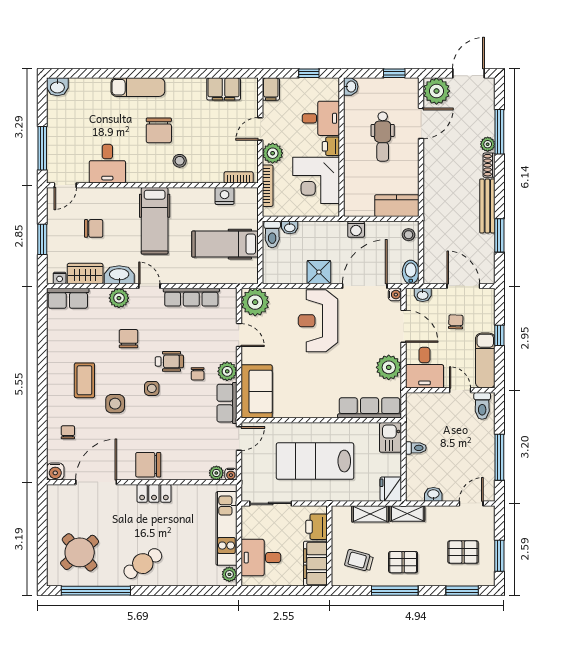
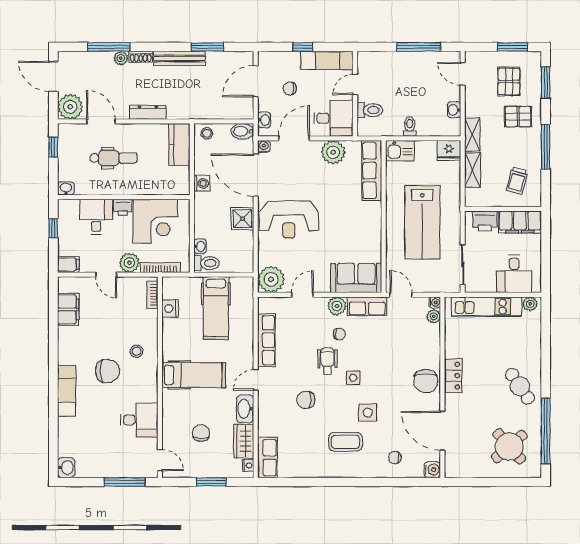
dresser: (431, 173) -> (148, 112), added
plant: (119, 298) -> (267, 409), removed
toilet: (482, 406) -> (370, 110), moved
pallet: (403, 562) -> (518, 117), moved, turned 90

